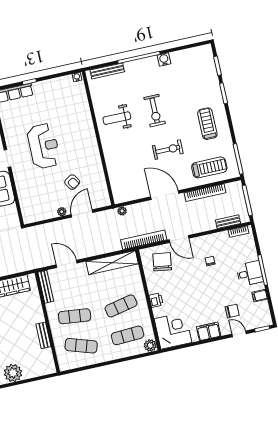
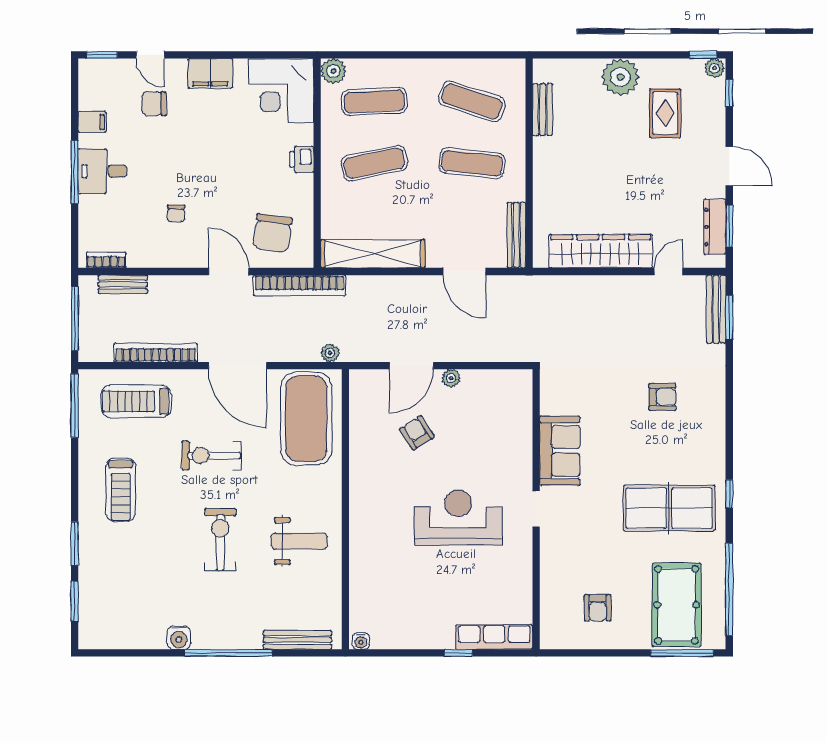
reception desk: (44, 146) -> (458, 518), turned 90
exercise mat: (126, 177) -> (306, 419), added
bench: (43, 335) -> (543, 110), moved

